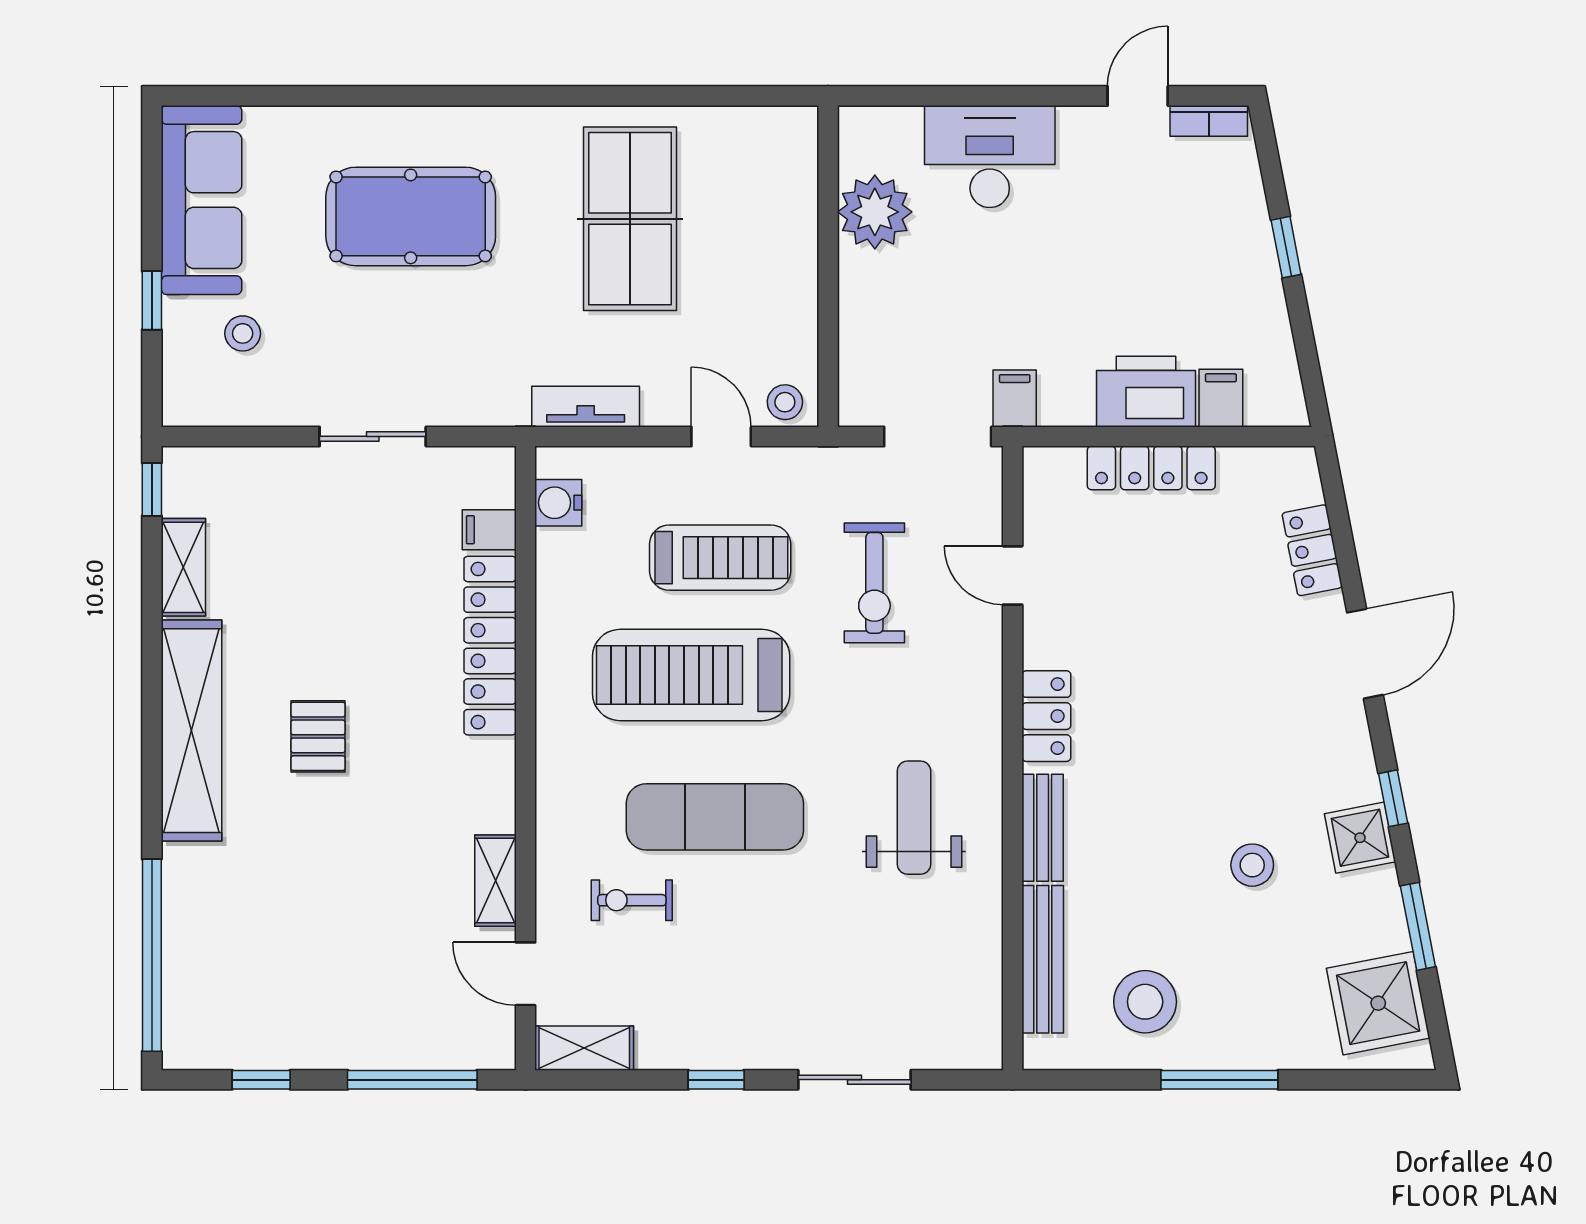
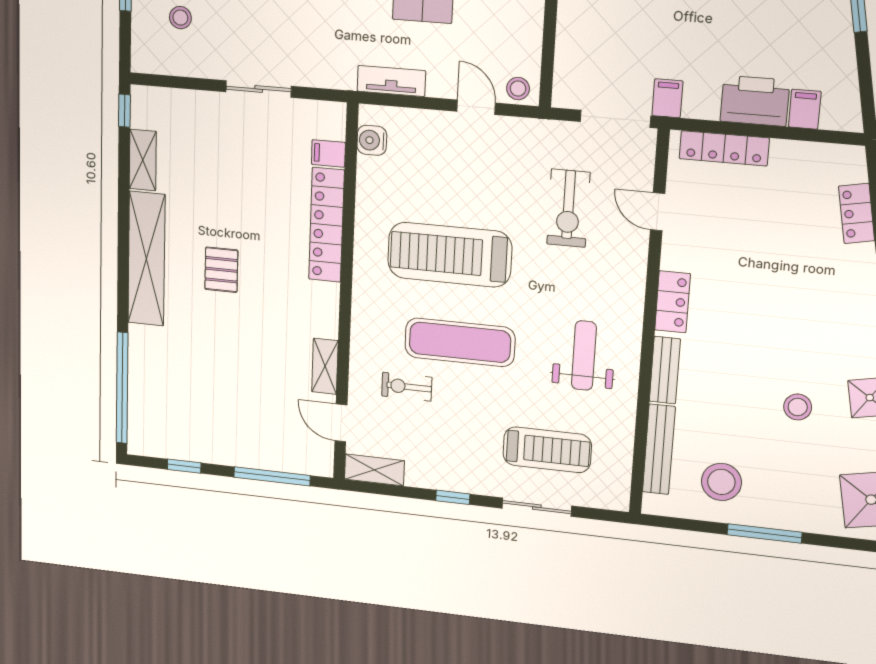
locker: (1151, 468) -> (724, 148), moved
treadmill: (720, 558) -> (547, 450), moved

